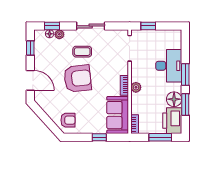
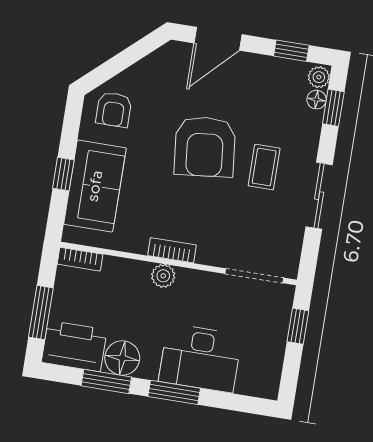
plant: (59, 34) -> (319, 77), moved
sofa: (118, 115) -> (95, 186), moved, turned 90

